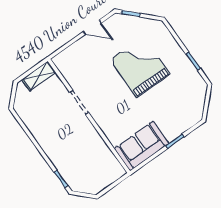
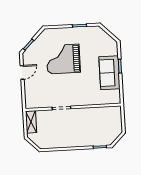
sofa: (142, 146) -> (110, 73), moved

